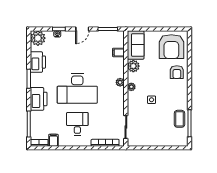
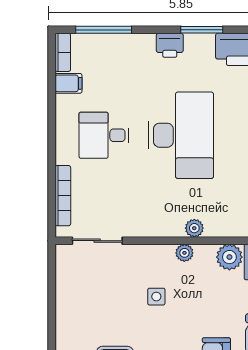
desk: (77, 88) -> (181, 135), turned 180
printer: (39, 99) -> (170, 45), width x0.53, depth x0.68
desk: (77, 124) -> (104, 135), turned 180

